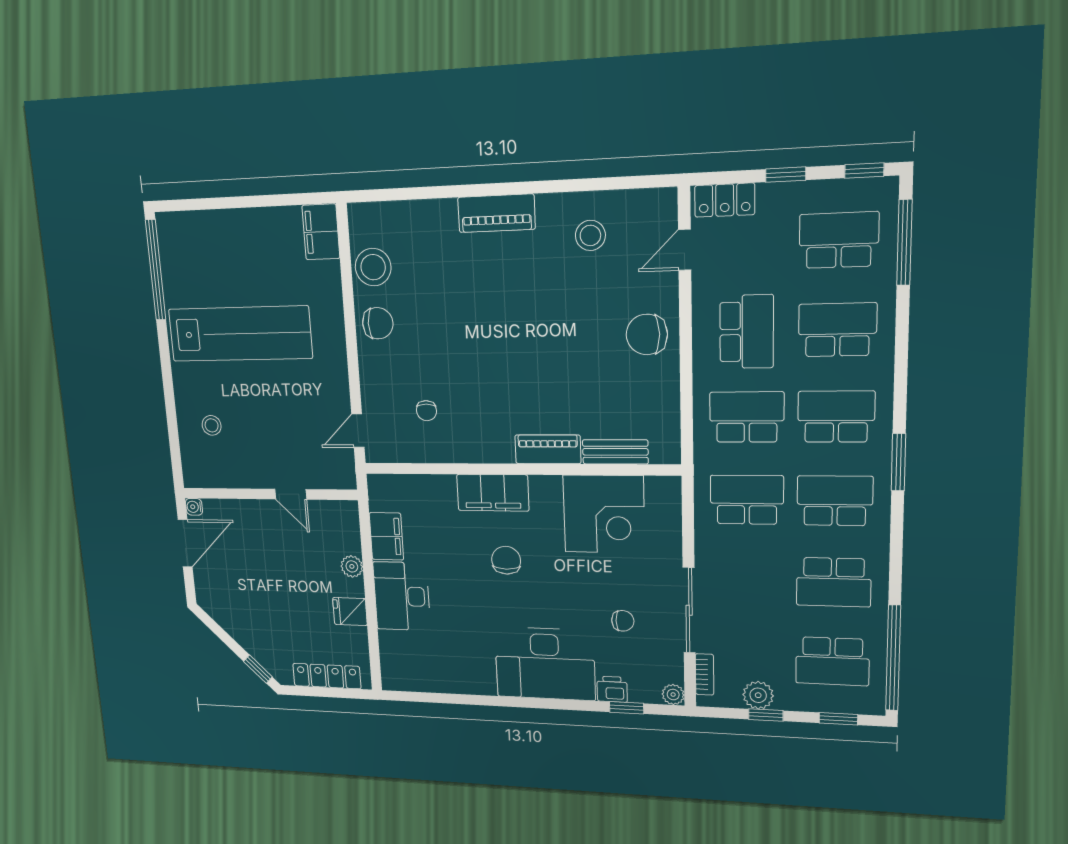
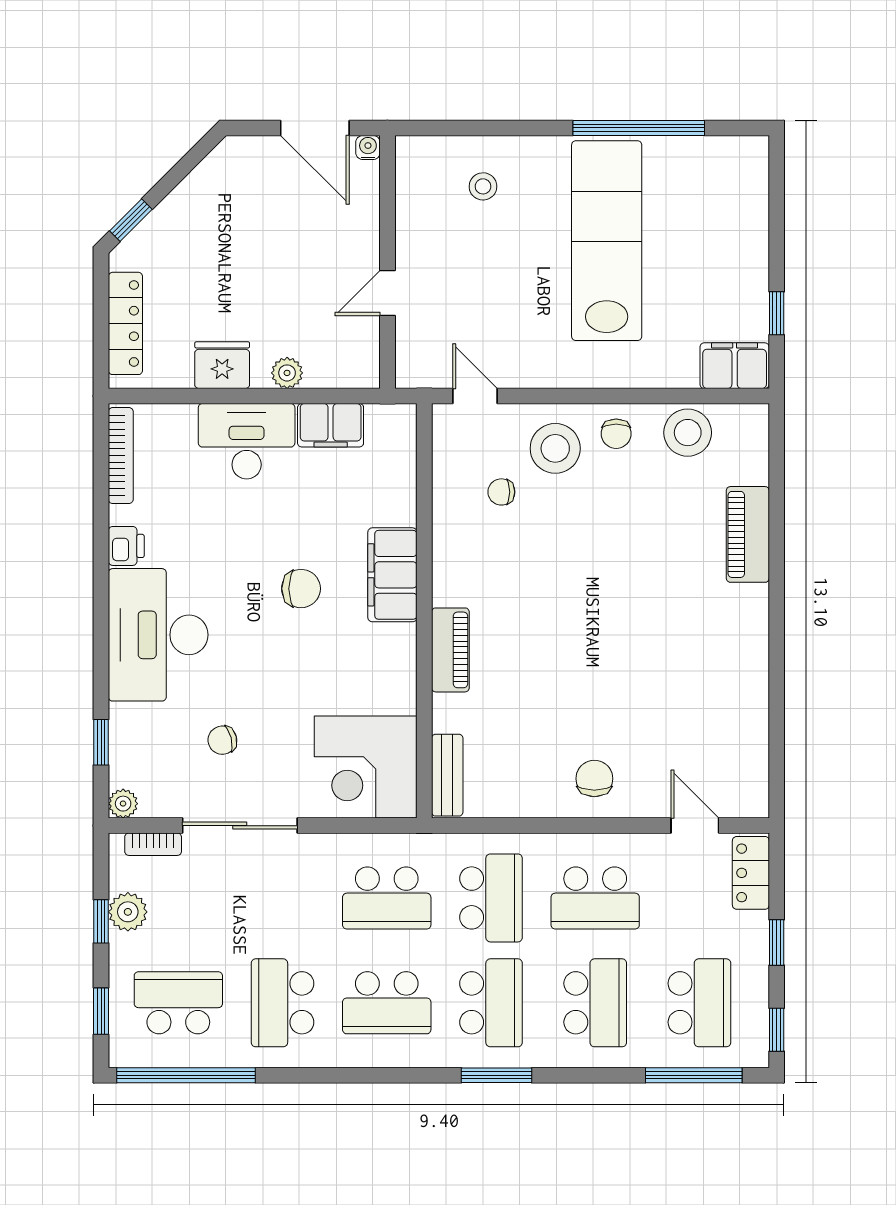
window: (280, 200) -> (777, 313), added
piano: (496, 213) -> (748, 534), moved
stool: (590, 235) -> (555, 448), moved, width x1.38, depth x1.38
window: (156, 270) -> (639, 128), moved
chair: (378, 323) -> (616, 434), width x0.73, depth x0.73
lab bench: (240, 334) -> (607, 241), turned 180
chair: (647, 334) -> (594, 779), width x0.73, depth x0.73
bench: (615, 452) -> (447, 775), moved
window: (898, 462) -> (496, 1075), moved
school desk: (747, 500) -> (387, 898), turned 90
school desk: (835, 501) -> (387, 1003), turned 90
corner desk: (604, 514) -> (366, 767), moved
fridge: (350, 611) -> (222, 365), width x1.38
chair: (623, 621) -> (222, 740), turned 76
school desk: (832, 661) -> (178, 1003), turned 90
bookcase: (418, 684) -> (121, 456), added
printer: (612, 689) -> (126, 546), moved

